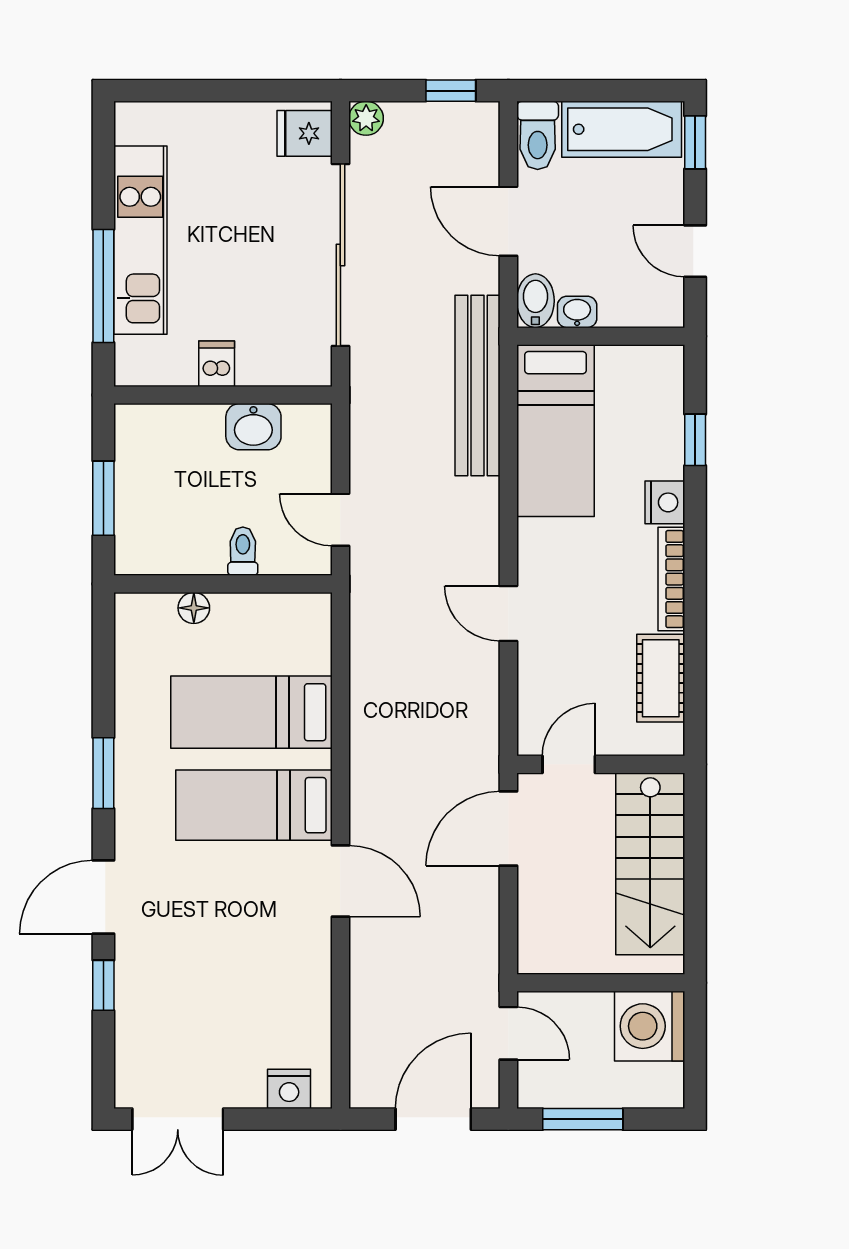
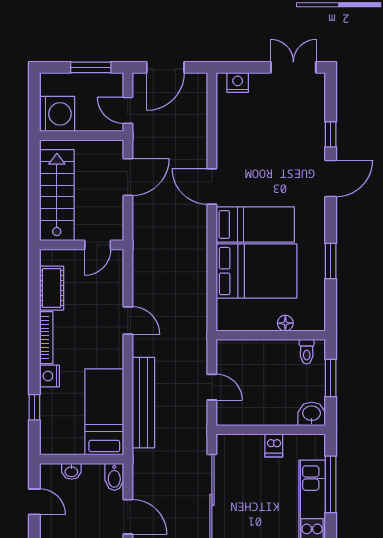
washbasin: (577, 312) -> (71, 471), moved
bench: (478, 386) -> (143, 403), moved
washbasin: (253, 427) -> (312, 414), moved
door: (340, 520) -> (212, 387), moved
toilet: (243, 551) -> (307, 352), moved
bed: (251, 712) -> (256, 271), width x1.50
window: (103, 773) -> (331, 261), moved
door: (508, 829) -> (128, 177), moved

